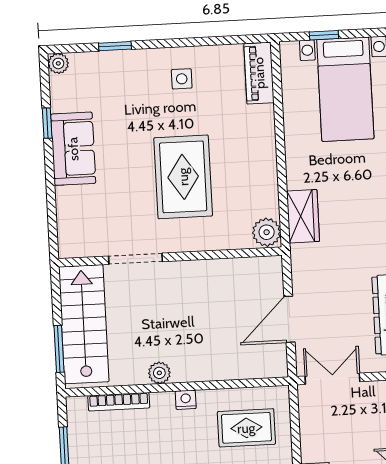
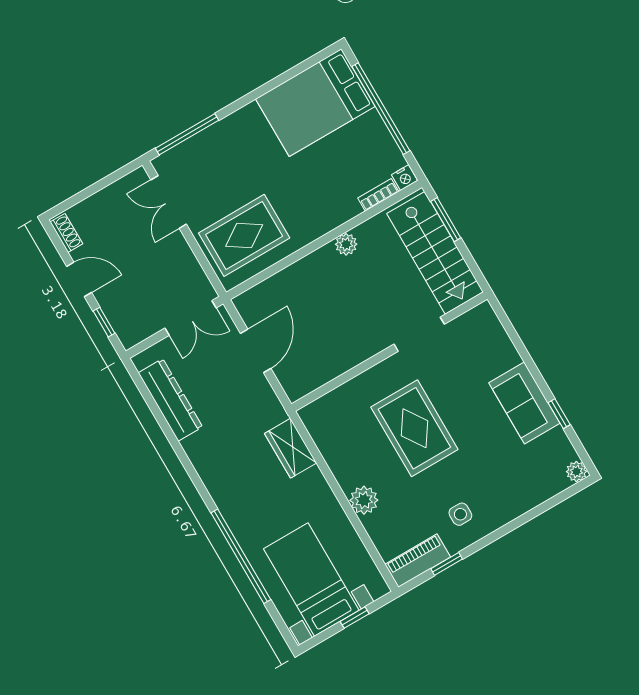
window: (115, 46) -> (447, 564), moved
piano: (259, 73) -> (418, 561), moved, turned -90
plant: (267, 232) -> (364, 500), moved
nightstand: (186, 400) -> (405, 178), moved
bookcase: (119, 402) -> (378, 195), width x0.64
rug: (246, 428) -> (244, 235), width x1.36, depth x1.43

